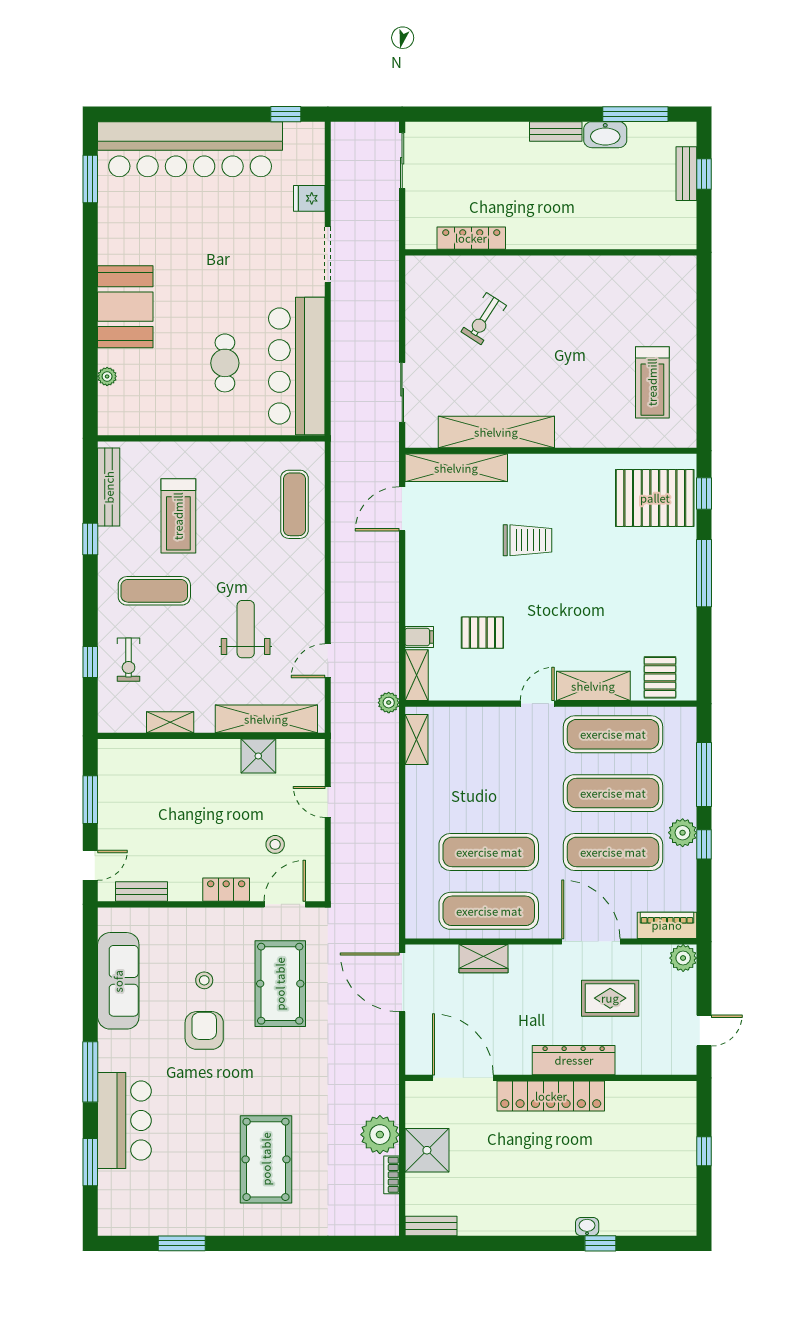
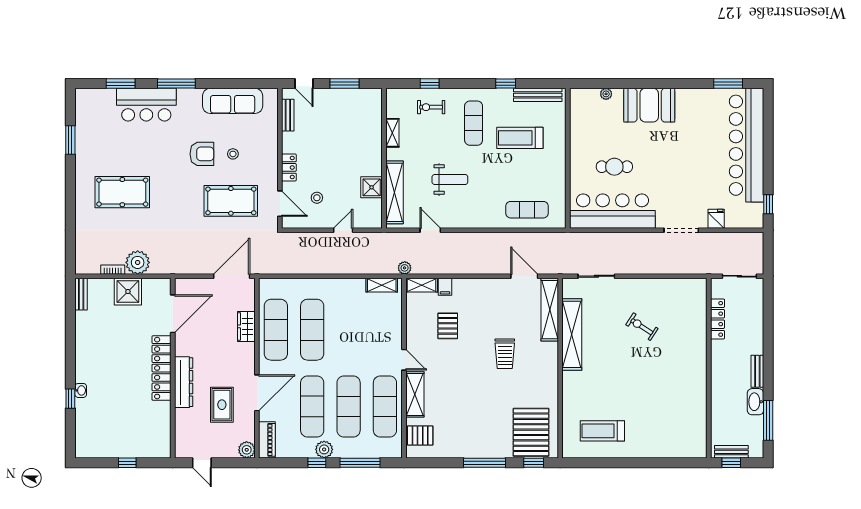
locker: (471, 238) -> (717, 319), moved
wall: (551, 252) -> (709, 368), moved

